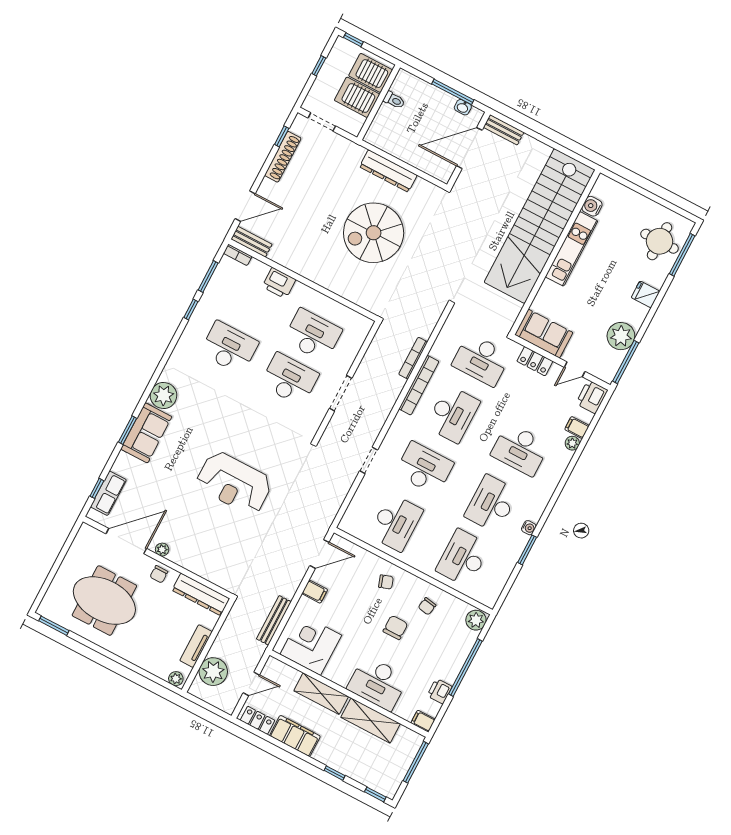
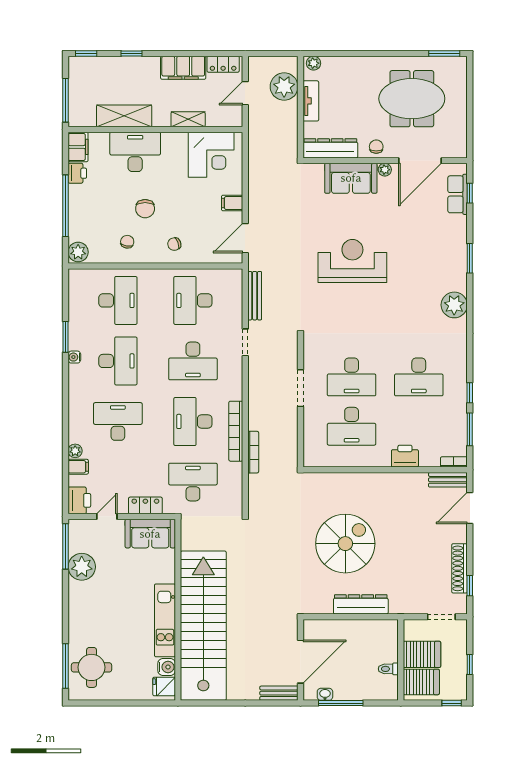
fridge: (645, 294) -> (164, 686), moved, turned 180
sofa: (146, 433) -> (351, 178), moved, turned -90
bench: (274, 620) -> (255, 296), moved
shelving: (321, 694) -> (188, 119), width x0.67, depth x0.75
filing cabinet: (423, 721) -> (78, 147), width x2.00

